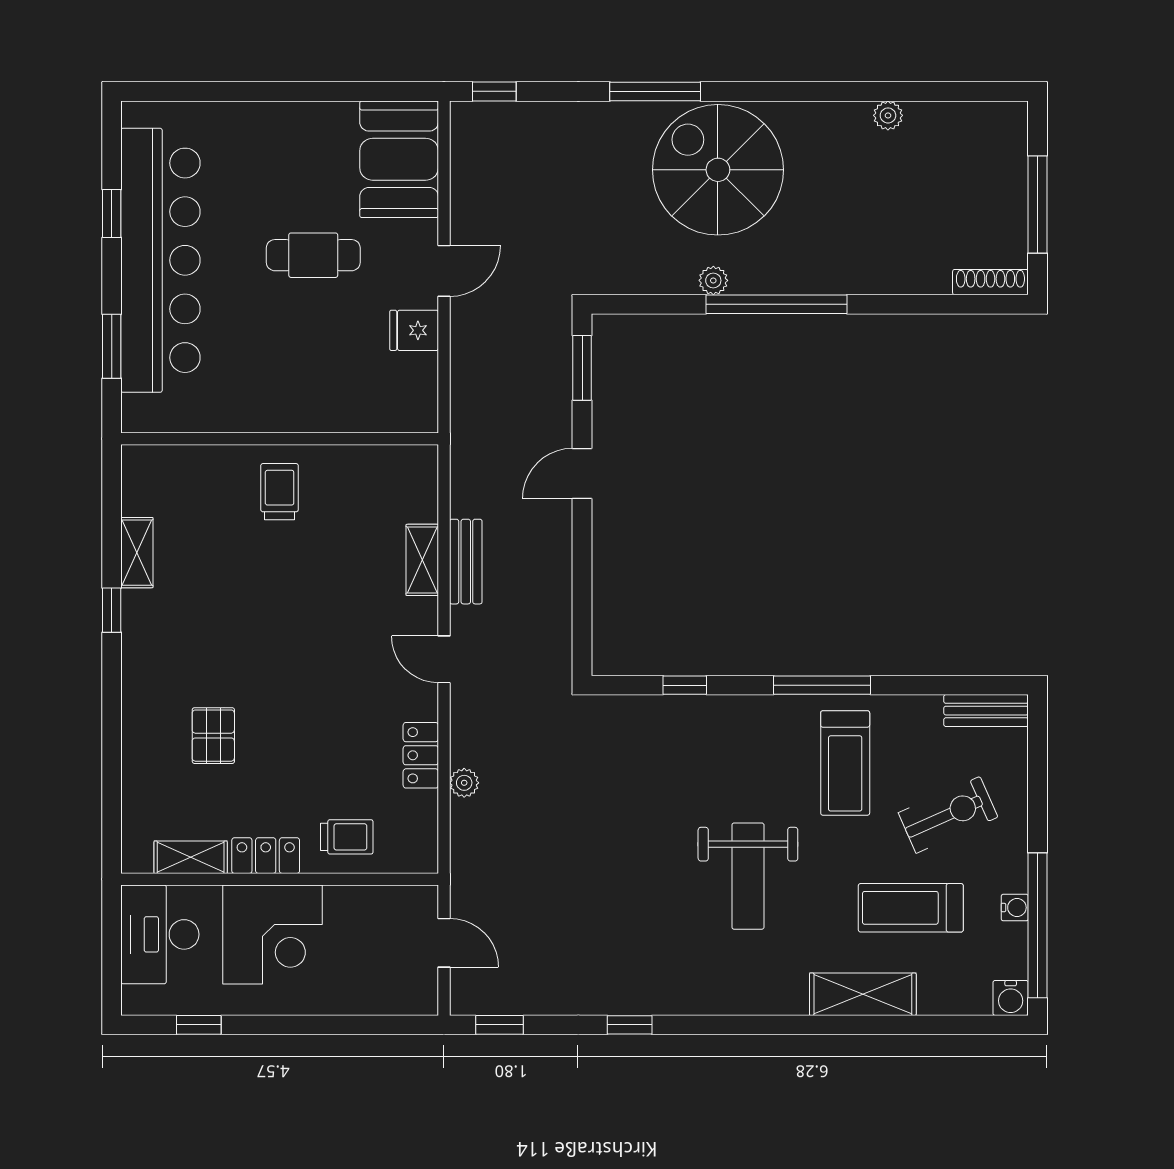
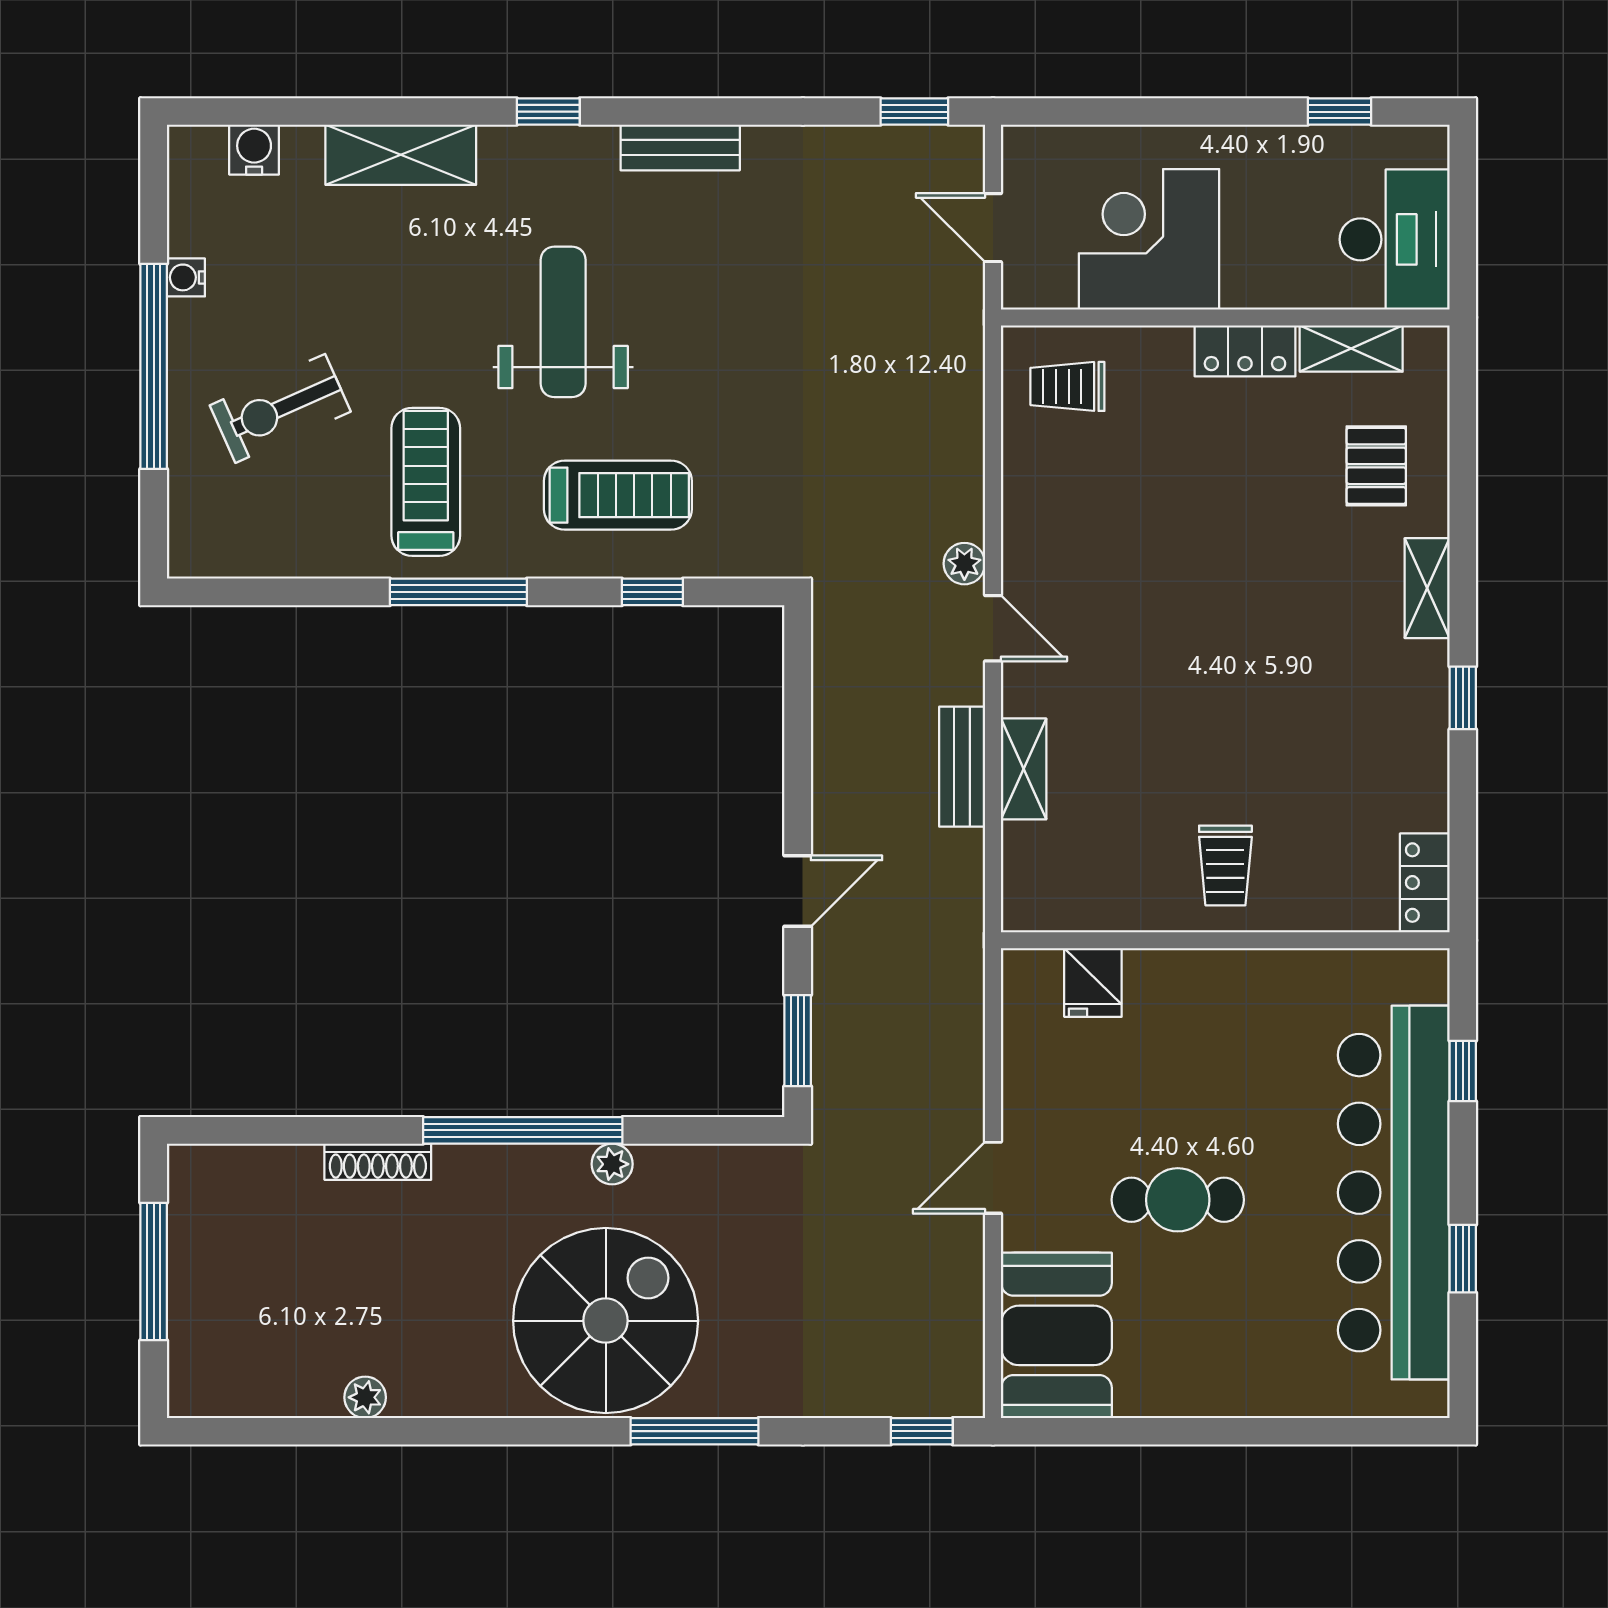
spiral stairs: (718, 170) -> (606, 1321), turned -90
shoe rack: (990, 282) -> (378, 1162), moved
fridge: (414, 330) -> (1093, 983), moved, turned 90
window: (112, 346) -> (1463, 1071), width x0.67
shelving: (137, 553) -> (1427, 588), moved
bench: (986, 711) -> (680, 148), moved
pallet: (213, 736) -> (1376, 466), moved
locker: (421, 755) -> (1425, 883), moved, turned 180
plant: (464, 783) -> (964, 564), moved
trolley: (347, 837) -> (1067, 386), moved
treadmill: (911, 908) -> (618, 495), moved
window: (1038, 925) -> (154, 366), moved
corner desk: (272, 934) -> (1149, 239), moved
water cooler: (1011, 998) -> (254, 150), moved
window: (630, 1025) -> (548, 112), moved

